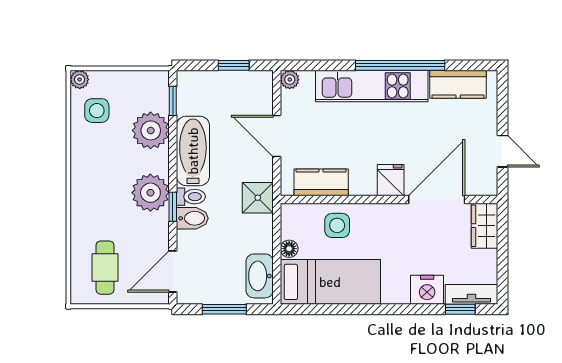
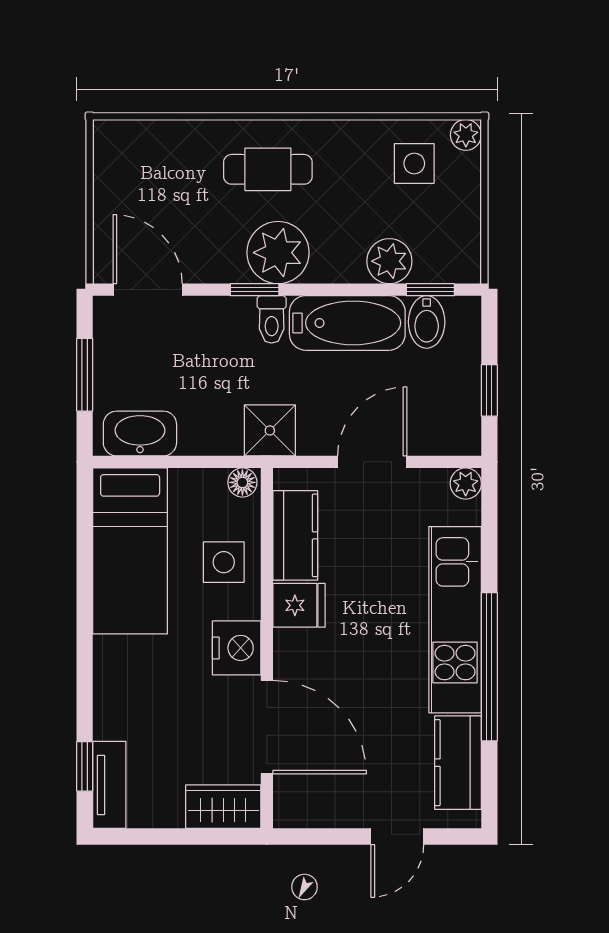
plant: (151, 130) -> (389, 261), width x0.73, depth x0.73
door: (503, 151) -> (397, 836), moved
fridge: (391, 180) -> (299, 605), moved
bidet: (192, 218) -> (427, 322), moved
floor lamp: (289, 249) -> (242, 482), moved
cafe table: (105, 268) -> (268, 169), moved
nightstand: (427, 290) -> (237, 648), moved, turned 180

